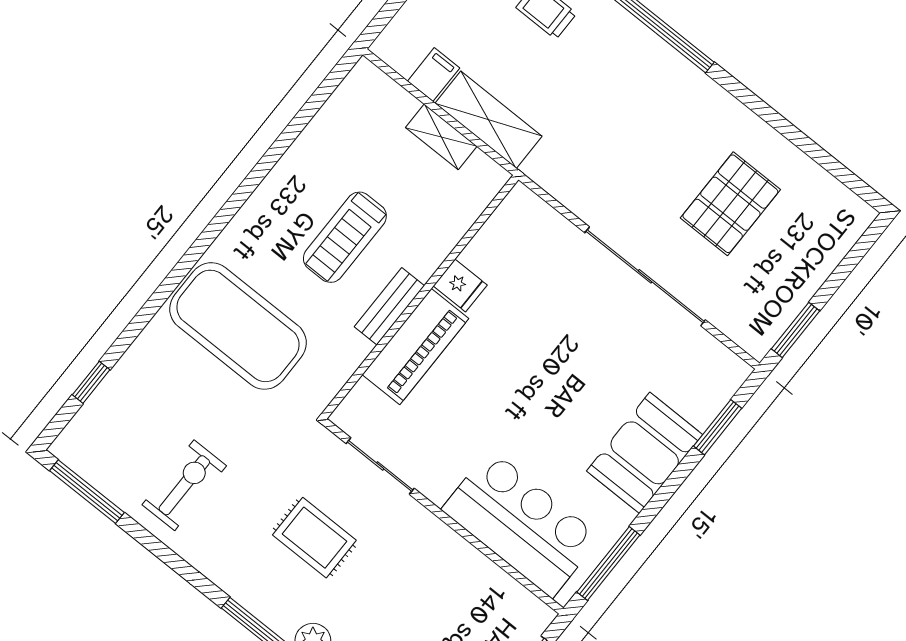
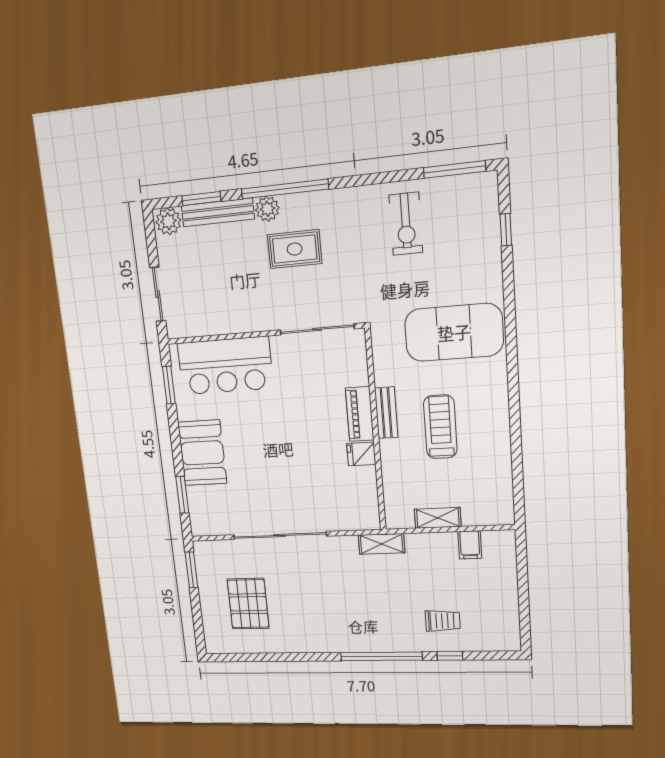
shelving: (489, 120) -> (382, 544), moved, width x0.67, depth x0.75
pallet: (730, 204) -> (248, 604), moved
piano: (416, 347) -> (360, 414), width x0.73, depth x0.75
sliding door: (380, 466) -> (317, 329), width x1.37
rug: (314, 538) -> (295, 249), moved
window: (608, 563) -> (169, 385), width x0.69

